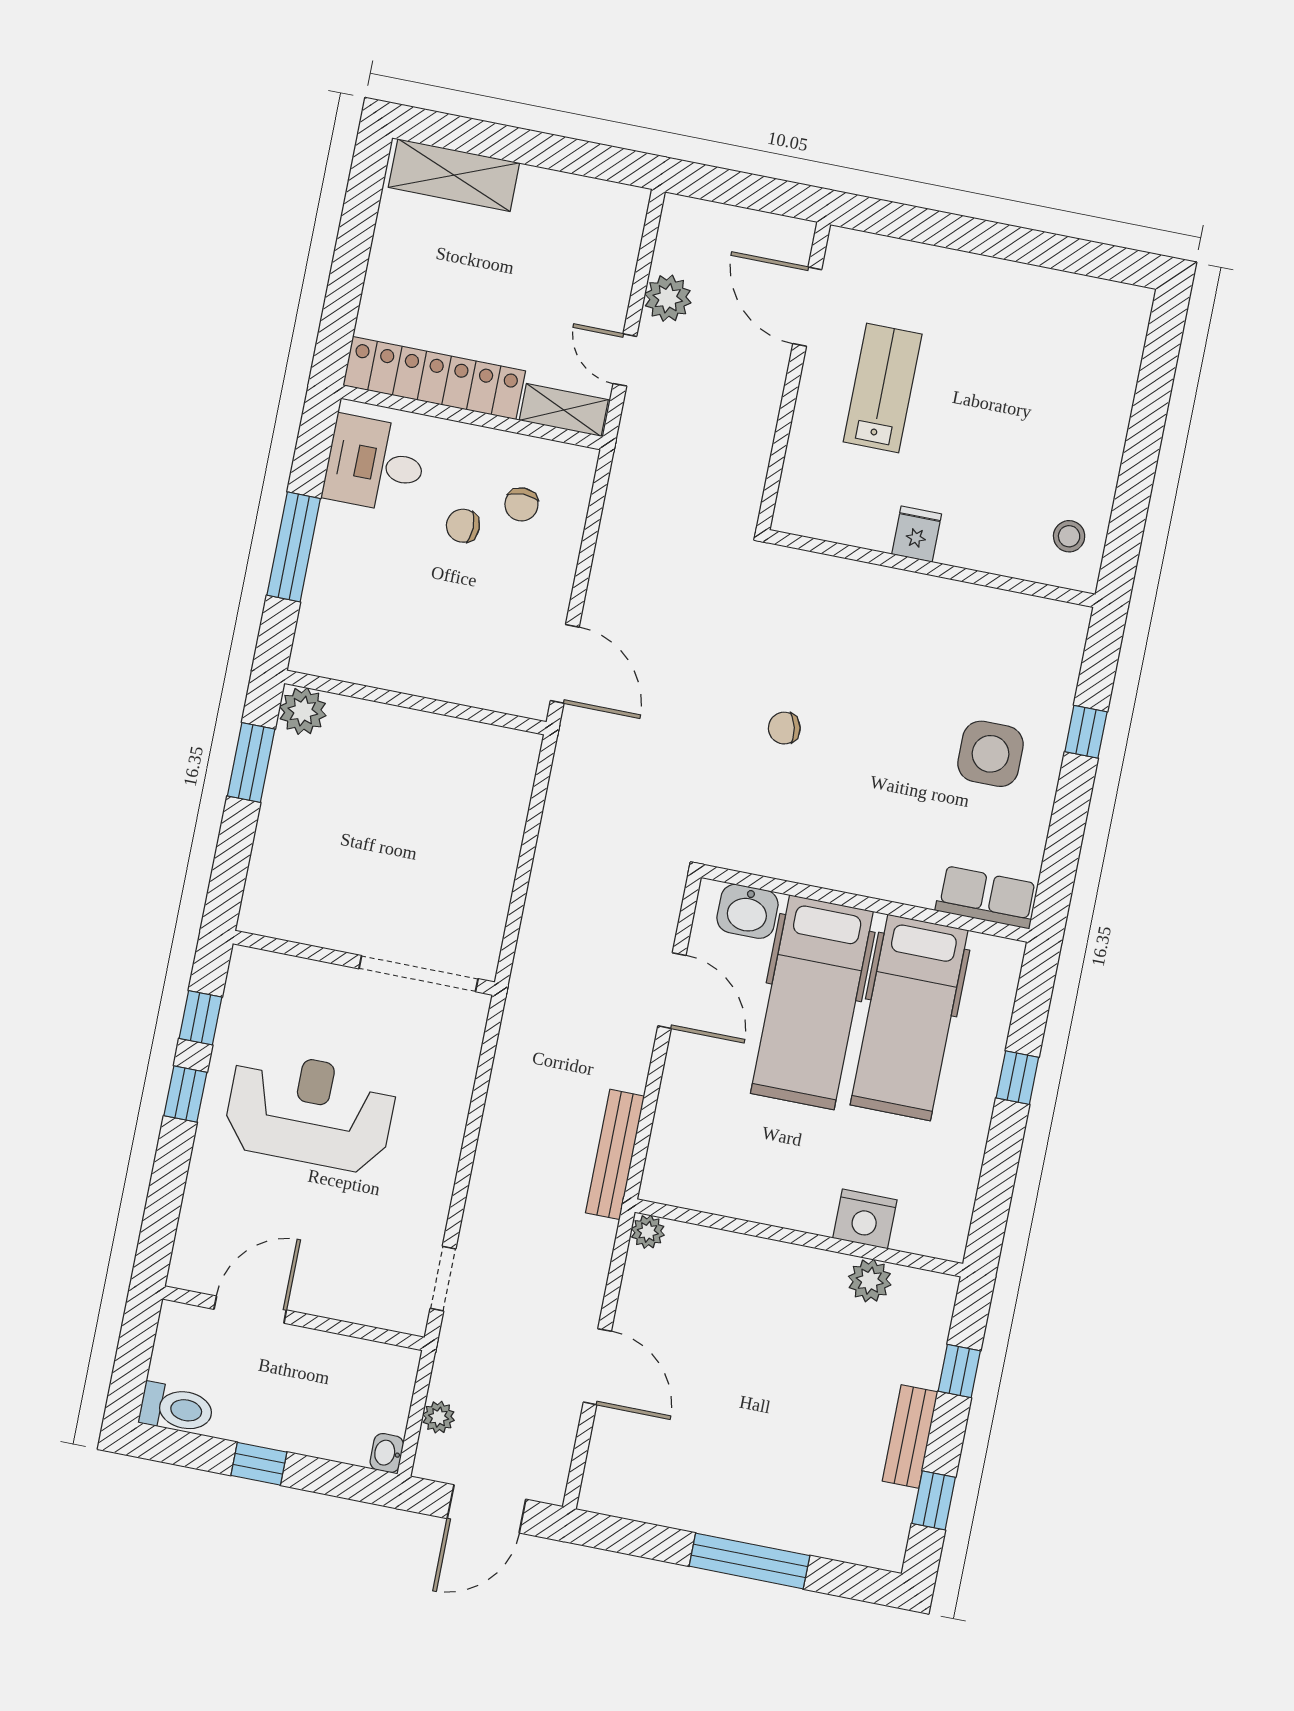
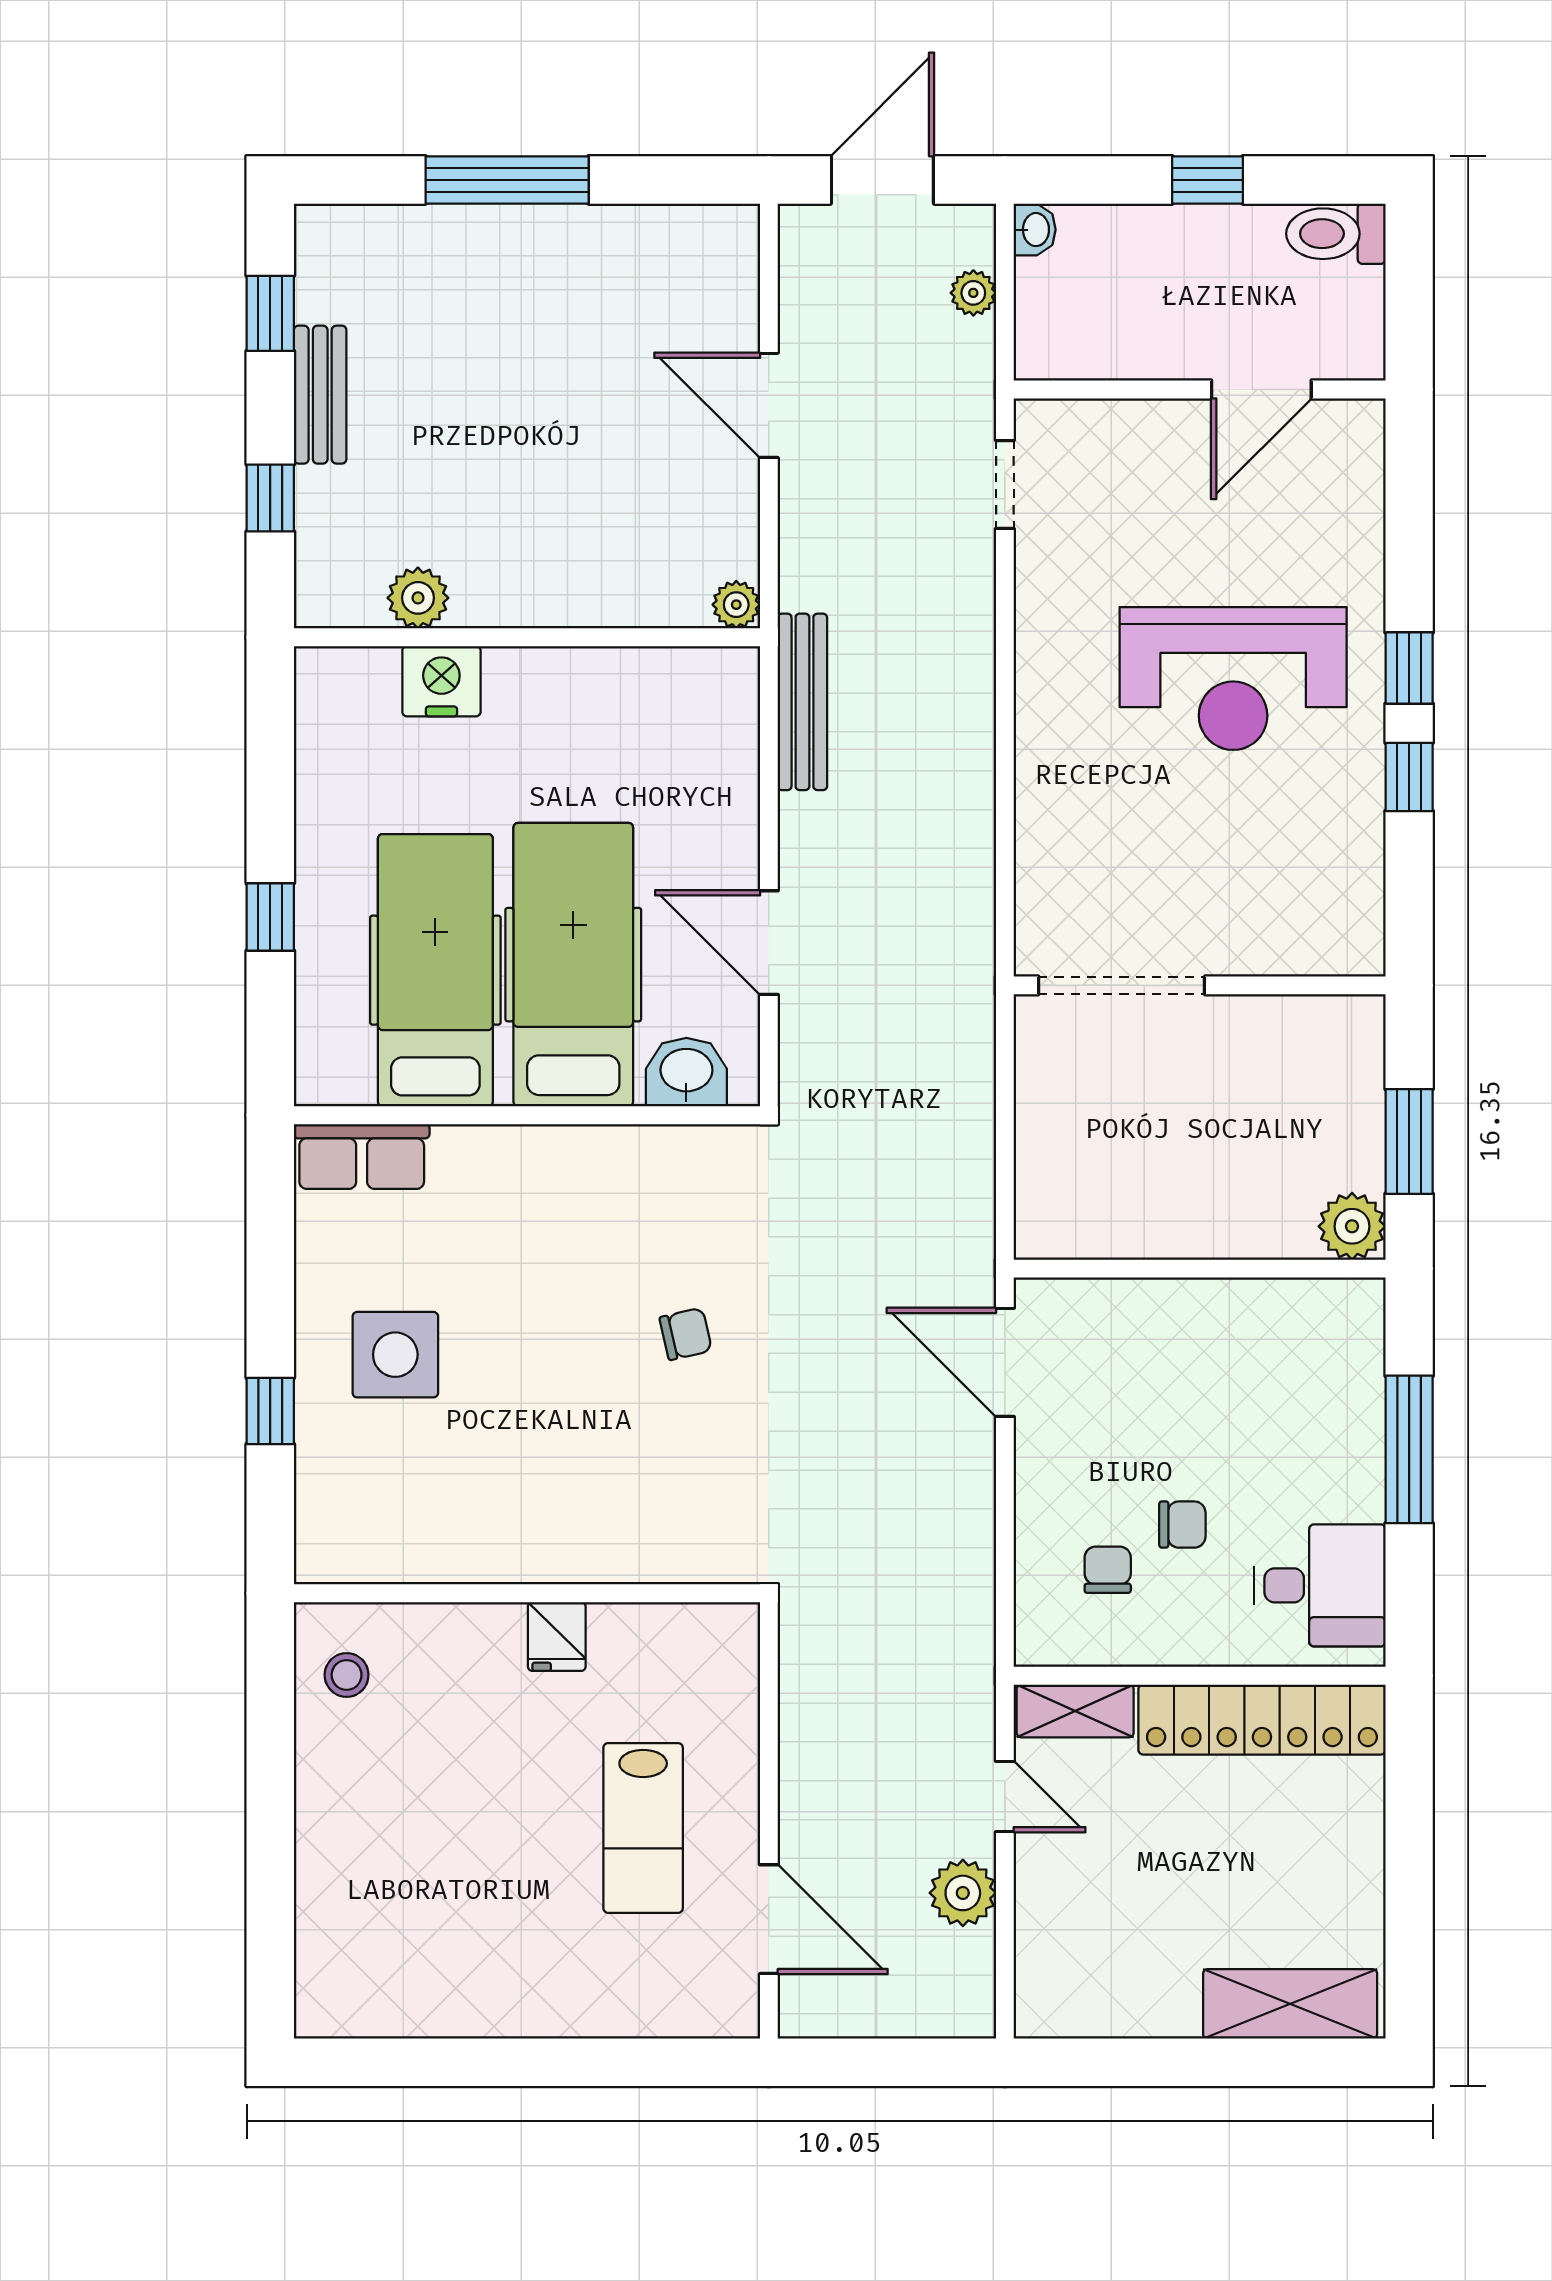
wall: (364, 963) -> (1200, 985), moved
doorway: (419, 974) -> (1122, 985), moved

